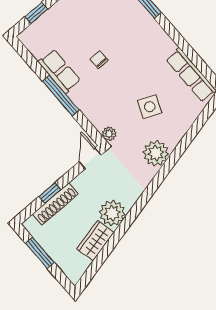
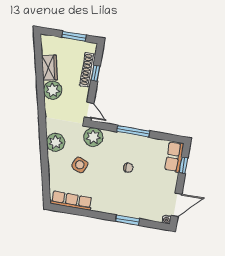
row of seats: (59, 71) -> (174, 157), moved, turned 90
plant: (109, 134) -> (93, 137), width x1.87, depth x1.87

